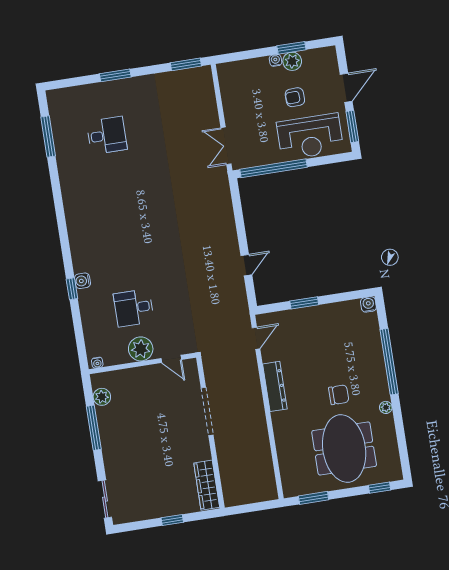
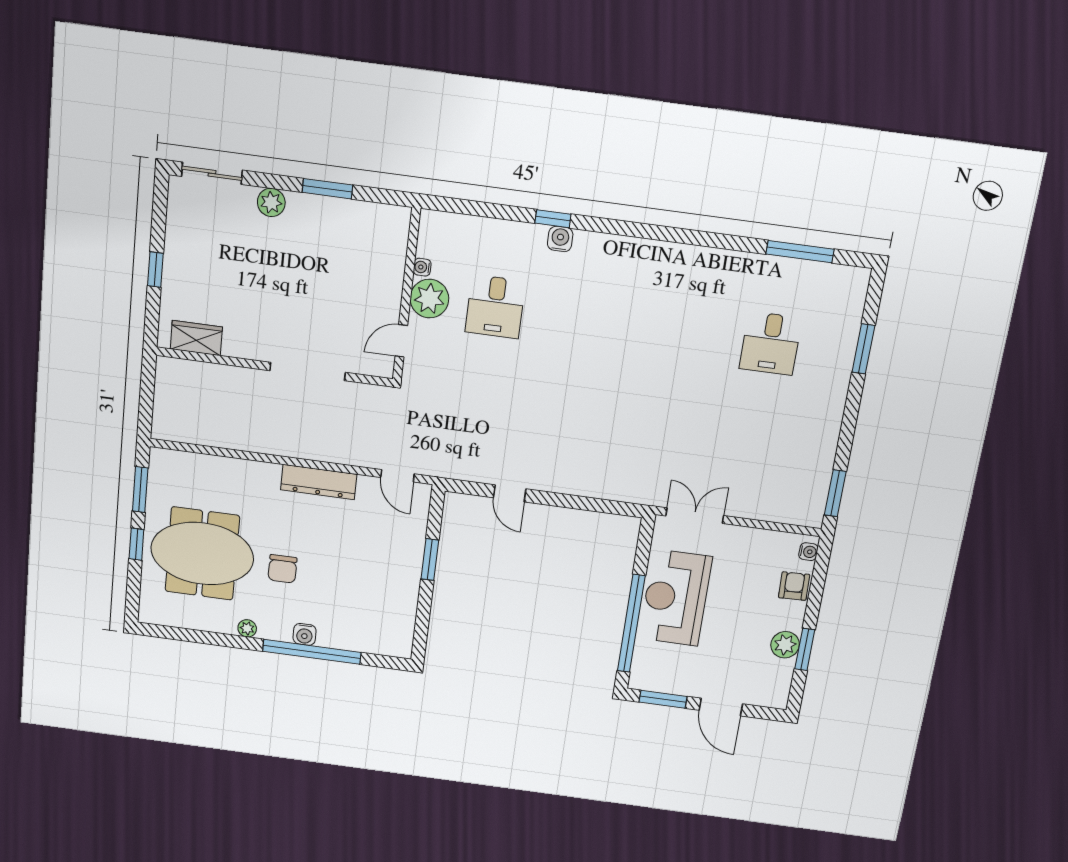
water cooler: (275, 60) -> (808, 552), moved
window: (115, 75) -> (863, 349), moved
armchair: (295, 97) -> (794, 586), moved
reception desk: (310, 137) -> (676, 598), moved
window: (273, 168) -> (631, 623), moved
water cooler: (368, 304) -> (305, 634), moved, turned 90
desk: (134, 308) -> (495, 307), turned 180
water cooler: (97, 363) -> (422, 267), moved
plant: (102, 397) -> (271, 202), moved
window: (94, 428) -> (327, 189), width x0.69
wardrobe: (207, 485) -> (196, 338), width x0.67
window: (379, 488) -> (136, 544), moved

